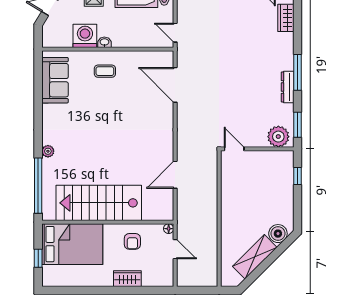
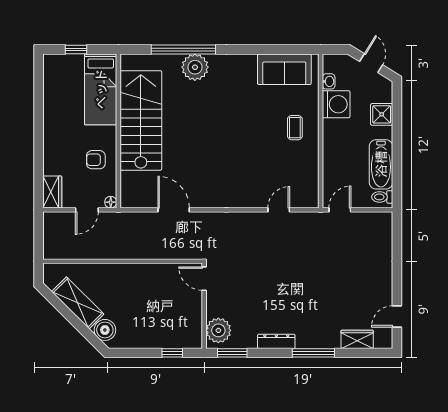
washbasin: (104, 42) -> (329, 81), moved
window: (298, 72) -> (313, 353), moved
door: (175, 85) -> (279, 210), width x0.53
door: (234, 149) -> (204, 279), swing flipped
plant: (48, 151) -> (195, 67), width x1.87, depth x1.87
window: (38, 186) -> (183, 50), moved
bed: (72, 244) -> (101, 89), width x0.67
wardrobe: (127, 279) -> (52, 192), moved

